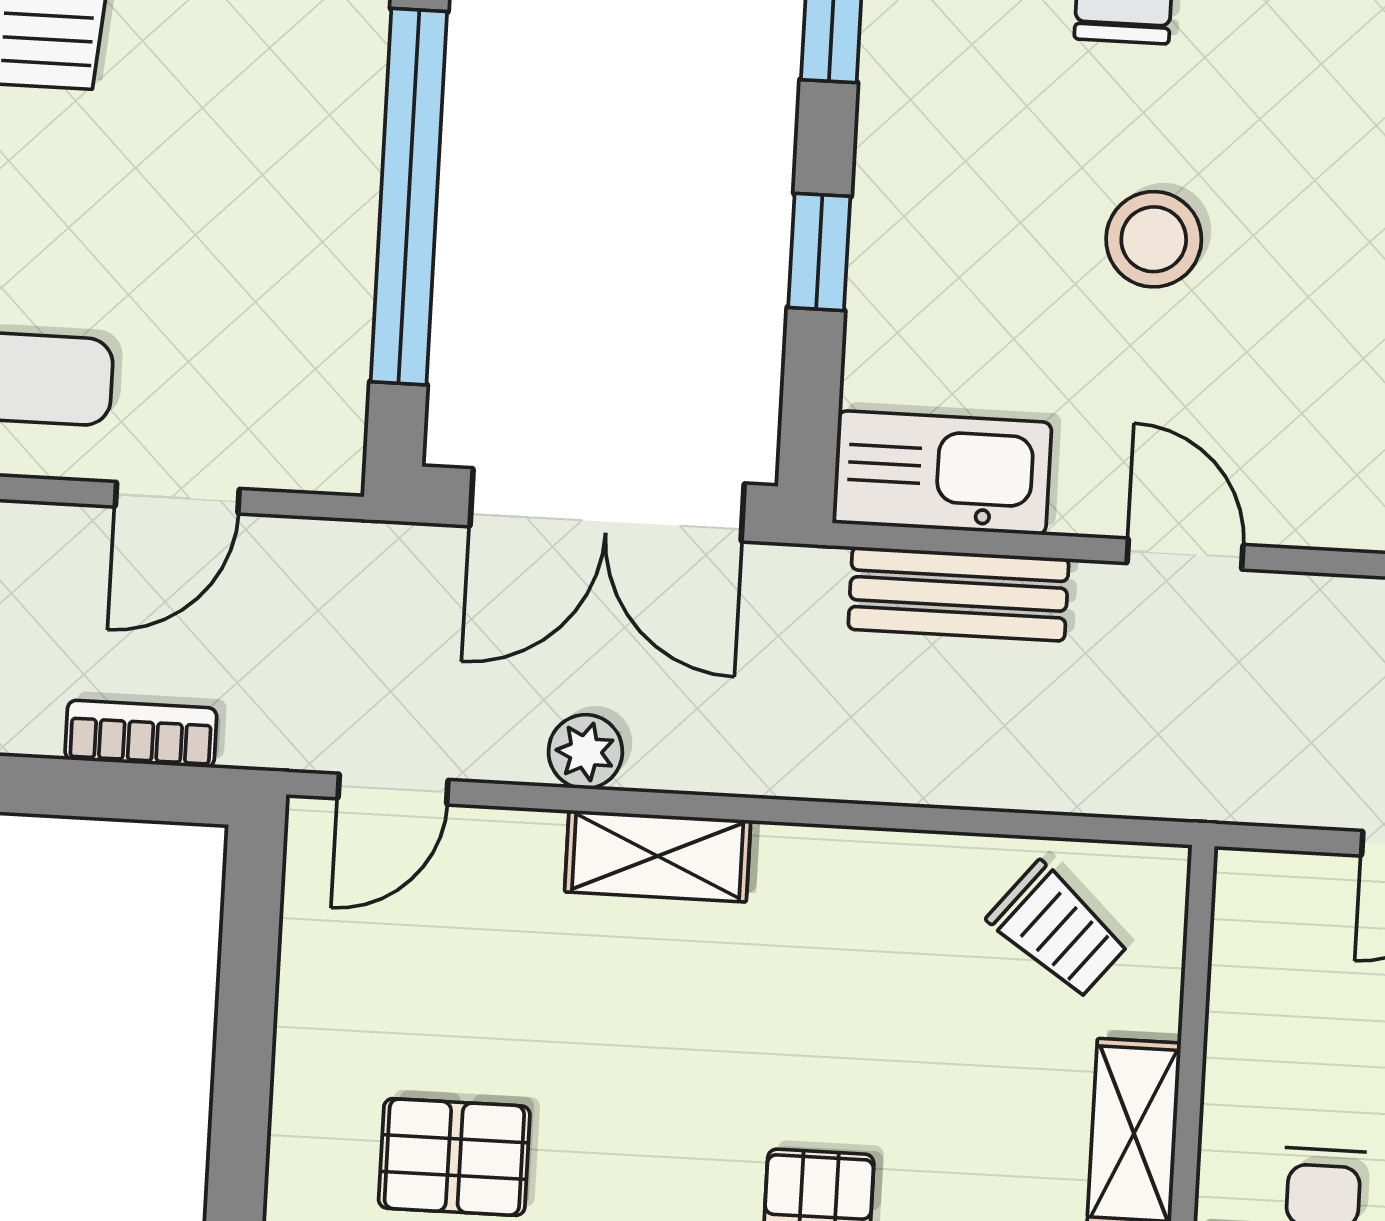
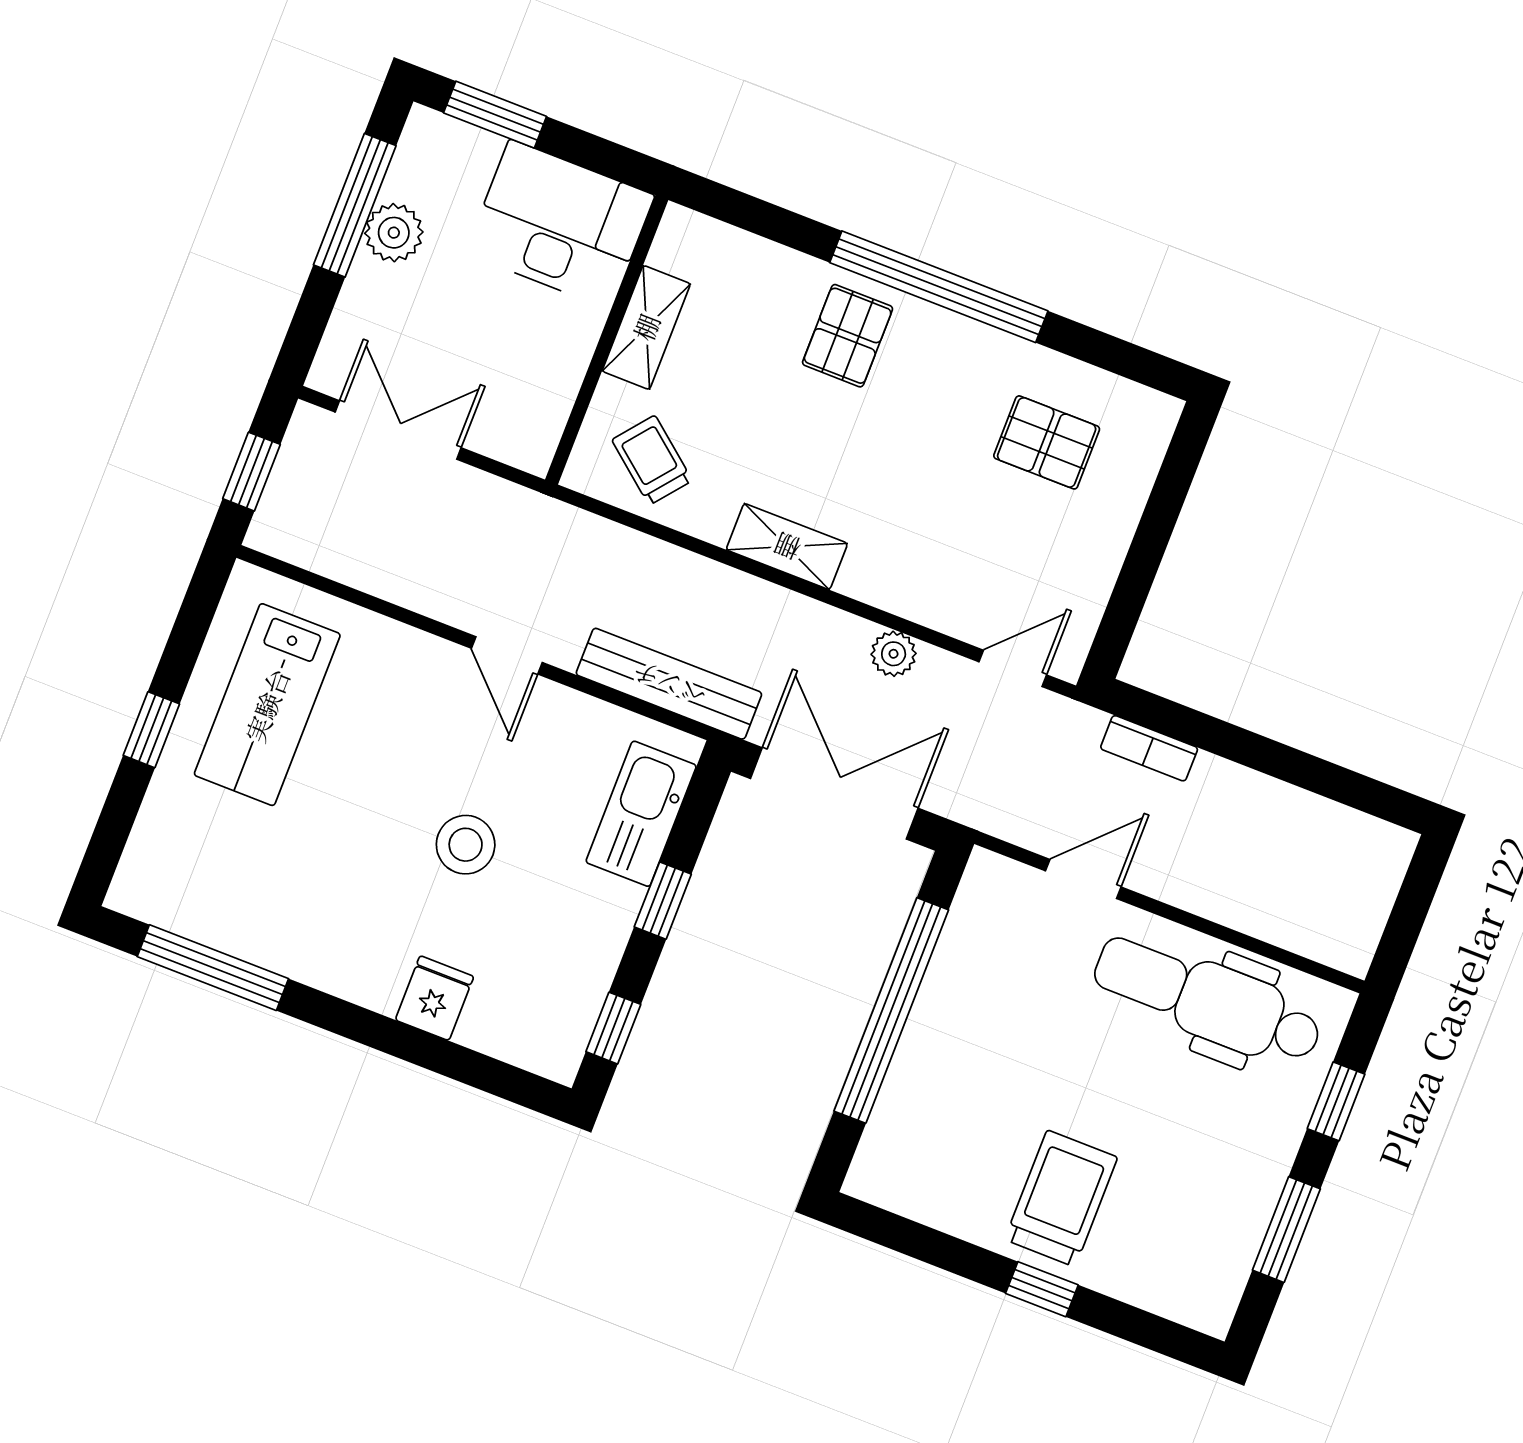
kitchen sink: (942, 473) -> (641, 814), moved, turned 90
bench: (958, 594) -> (669, 684), width x1.36
shelving: (658, 856) -> (787, 547), moved

